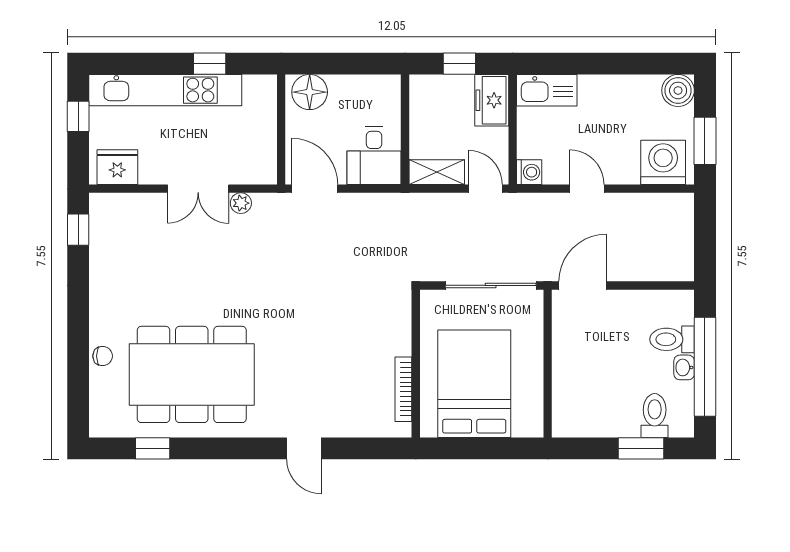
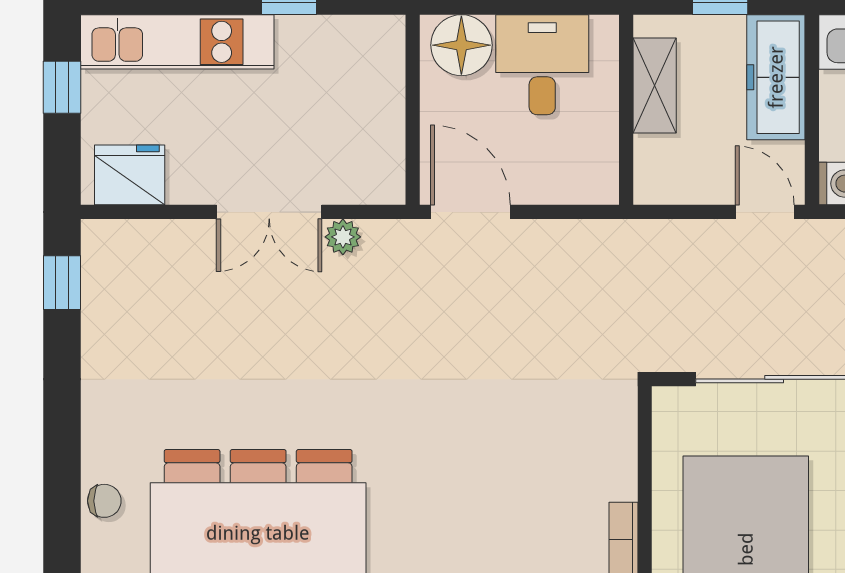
kitchen unit: (165, 90) -> (177, 42), width x0.73
freezer: (492, 100) -> (776, 77), width x1.40
desk: (374, 156) -> (542, 65), moved, turned 180
shelving: (437, 172) -> (655, 85), moved, turned 90

